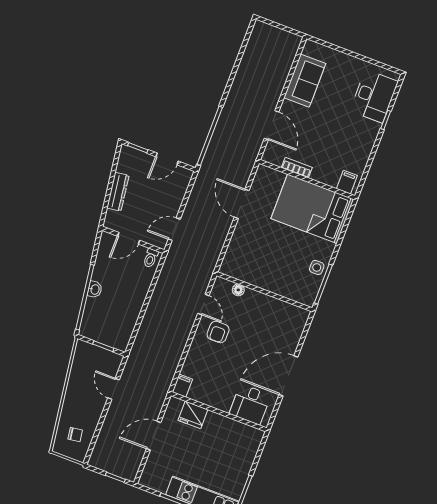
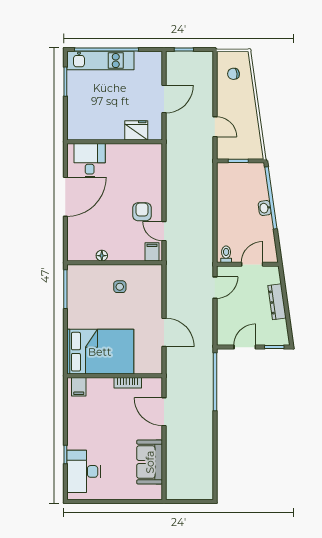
side table: (317, 267) -> (120, 287), moved
floor lamp: (238, 290) -> (102, 256), moved
filing cabinet: (182, 386) -> (152, 252), moved, turned 180

